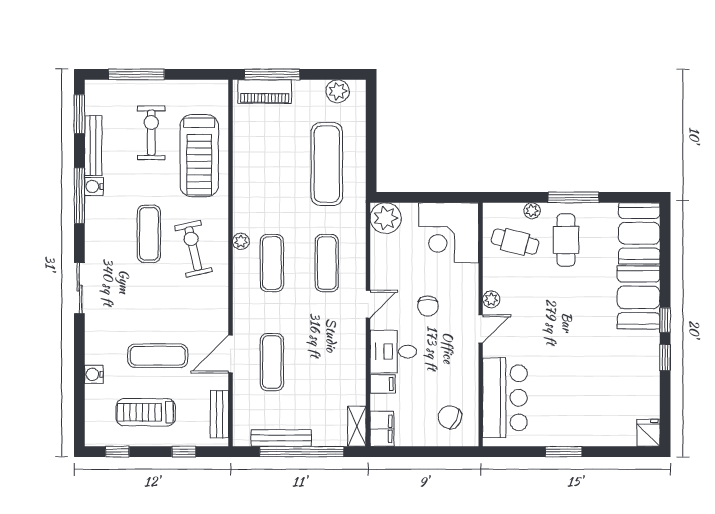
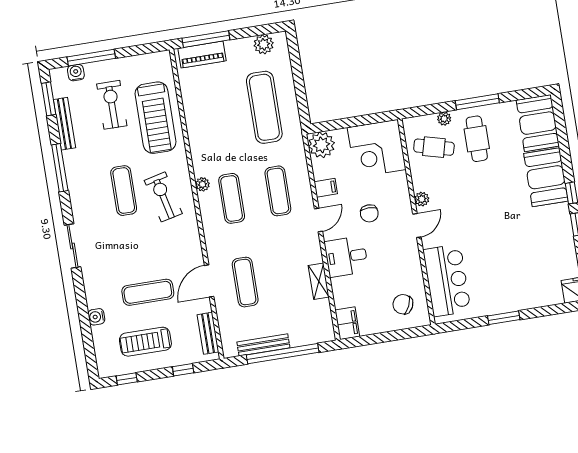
water cooler: (94, 186) -> (76, 73), moved, turned 90
filing cabinet: (383, 384) -> (326, 188), moved
shelving: (357, 426) -> (319, 281), moved

